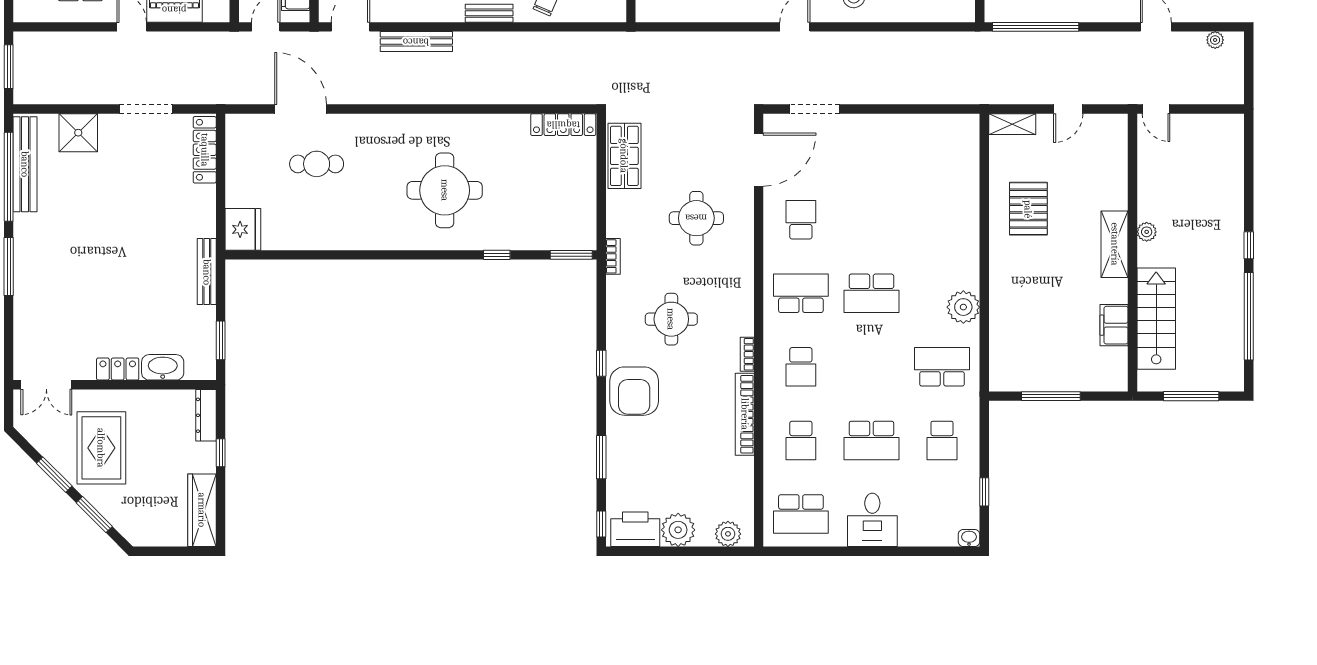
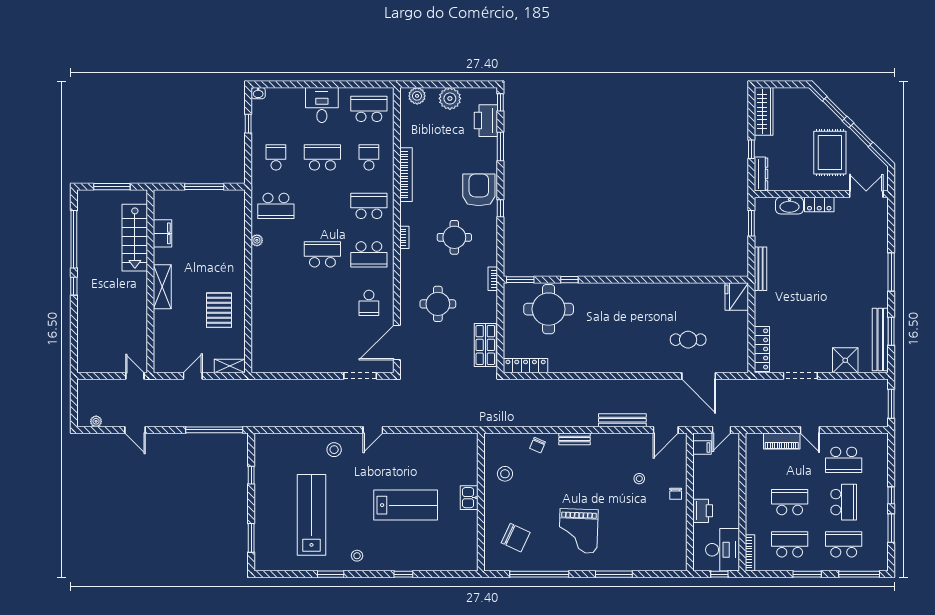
window: (9, 177) -> (891, 331), width x0.47
round table: (445, 190) -> (549, 309), moved
plant: (1147, 232) -> (141, 295), removed
plant: (963, 307) -> (257, 240), width x0.53, depth x0.53
bookcase: (747, 354) -> (404, 237), moved
school desk: (801, 367) -> (369, 206), width x1.85
printer: (635, 529) -> (486, 121), moved, turned 90

